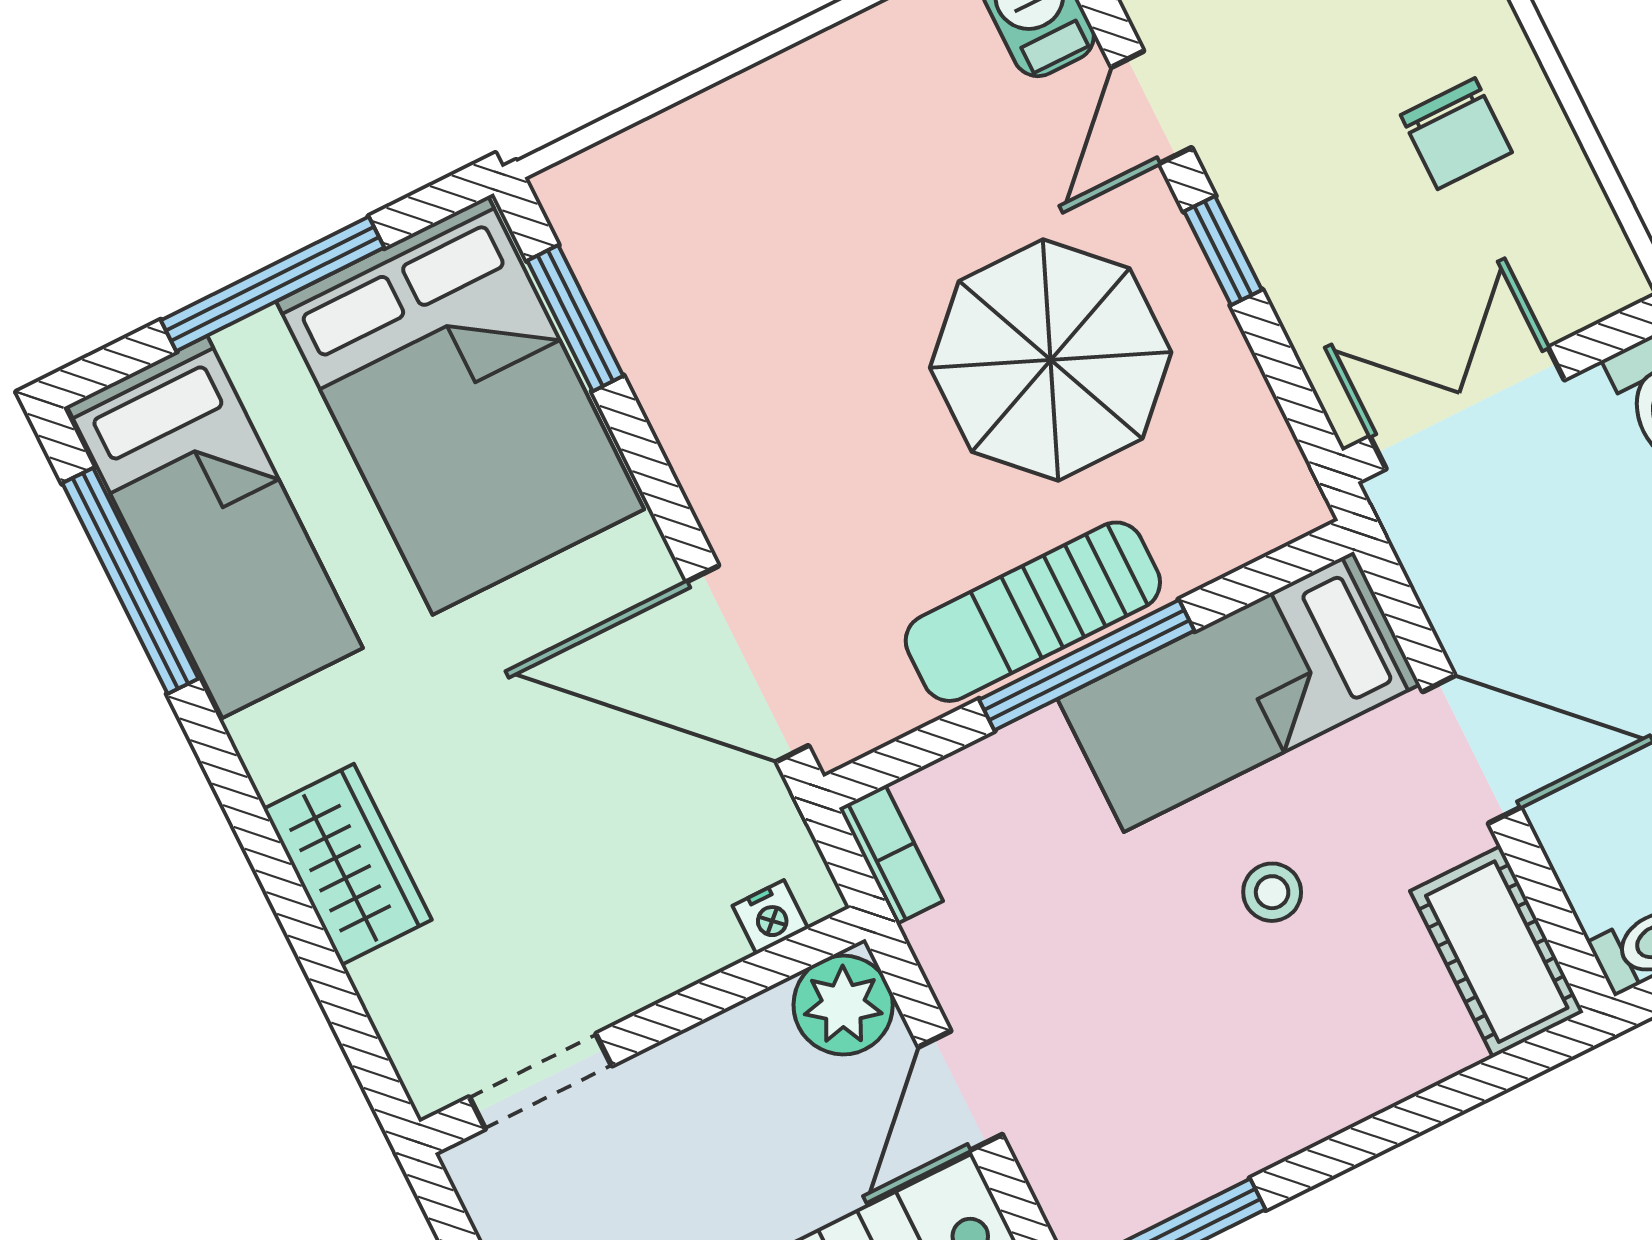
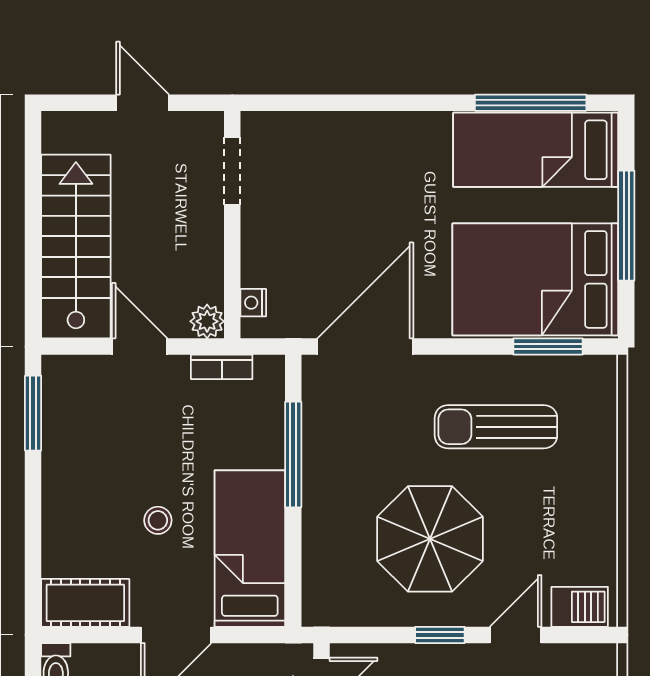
door: (1152, 107) -> (516, 635), hinge flipped
sun lounger: (1033, 612) -> (496, 427), moved, turned -90
window: (1087, 665) -> (293, 455), moved
bookcase: (891, 854) -> (222, 367), moved
wardrobe: (347, 864) -> (365, 135), removed
plant: (843, 1005) -> (207, 321), width x0.73, depth x0.73

